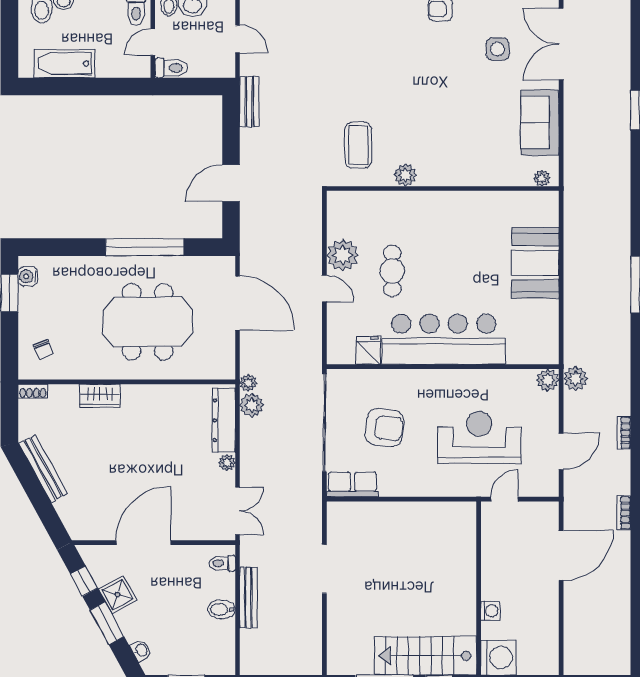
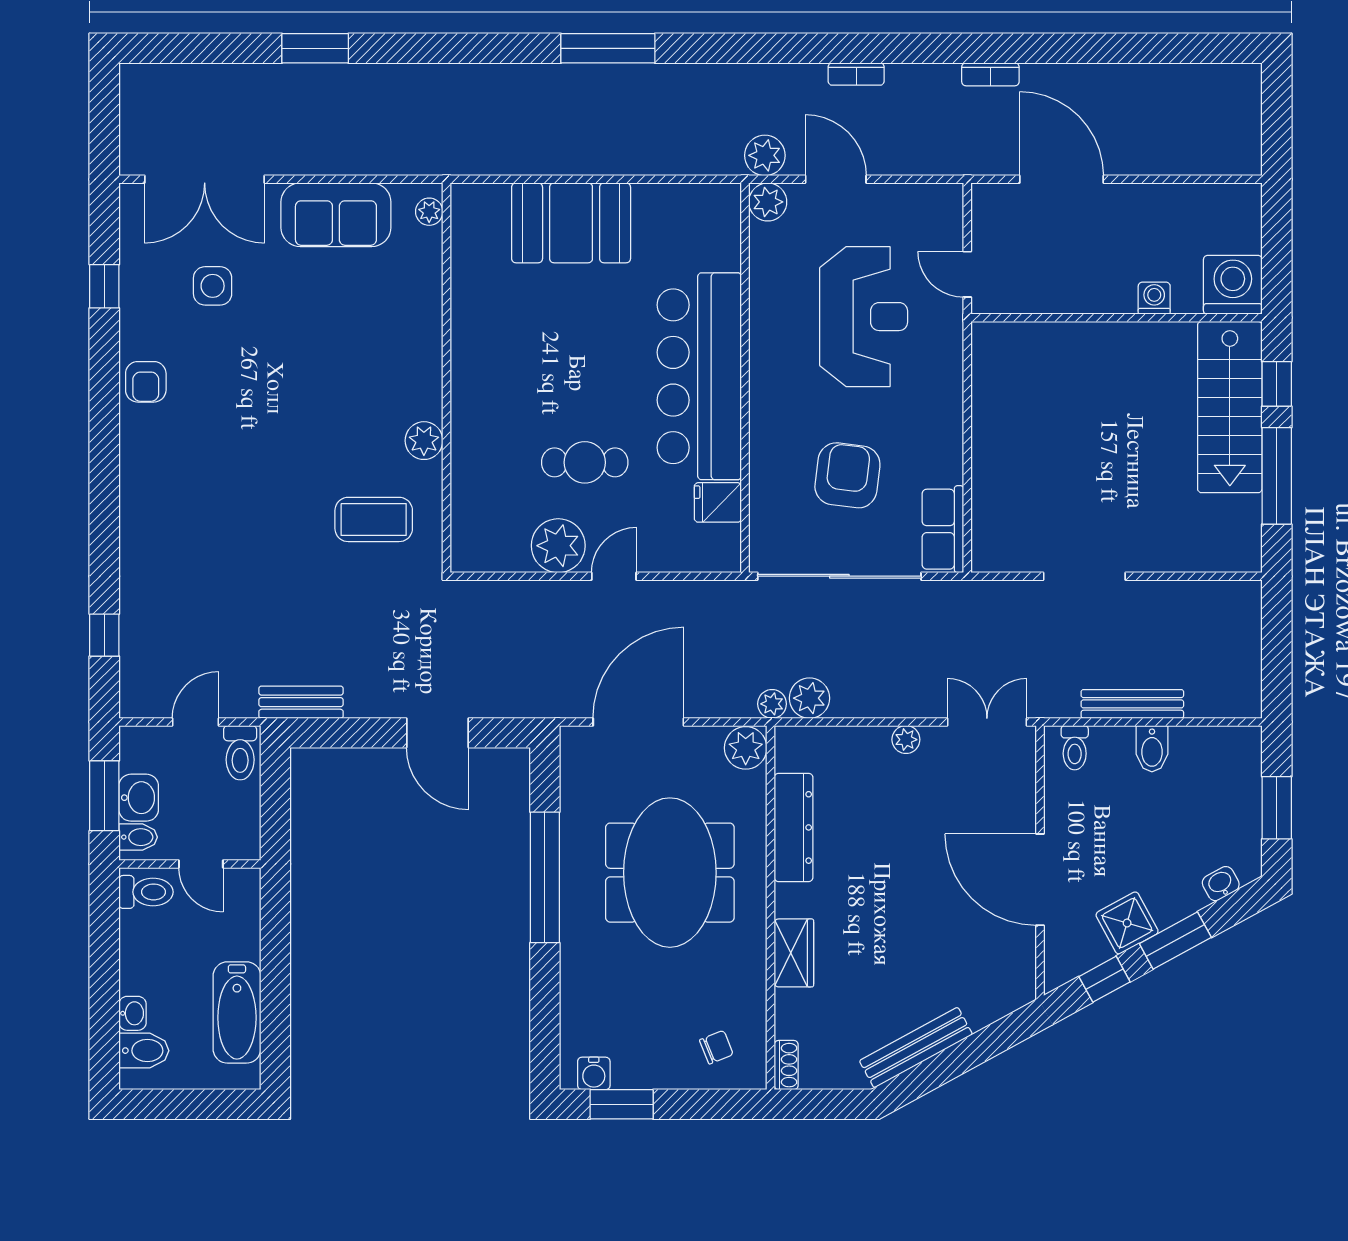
toilet: (171, 68) -> (240, 753), moved, turned 180
plant: (222, 367) -> (746, 748), added
dresser: (224, 420) -> (794, 827), moved, turned -90
reception desk: (479, 437) -> (864, 317), turned 180
door: (561, 451) -> (836, 179), moved

